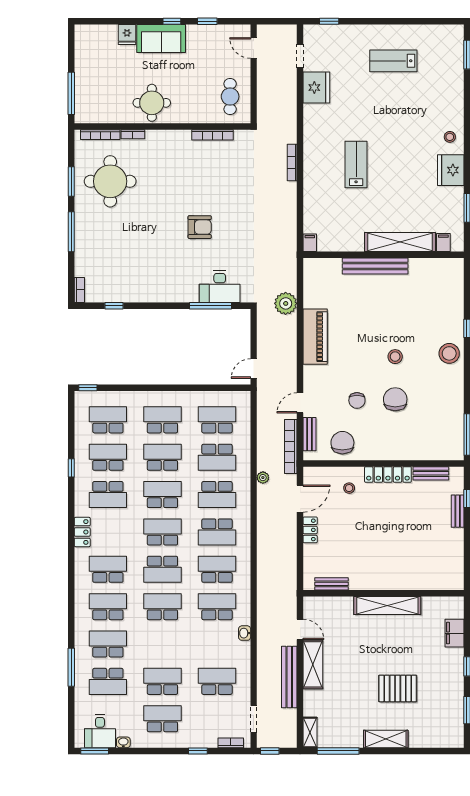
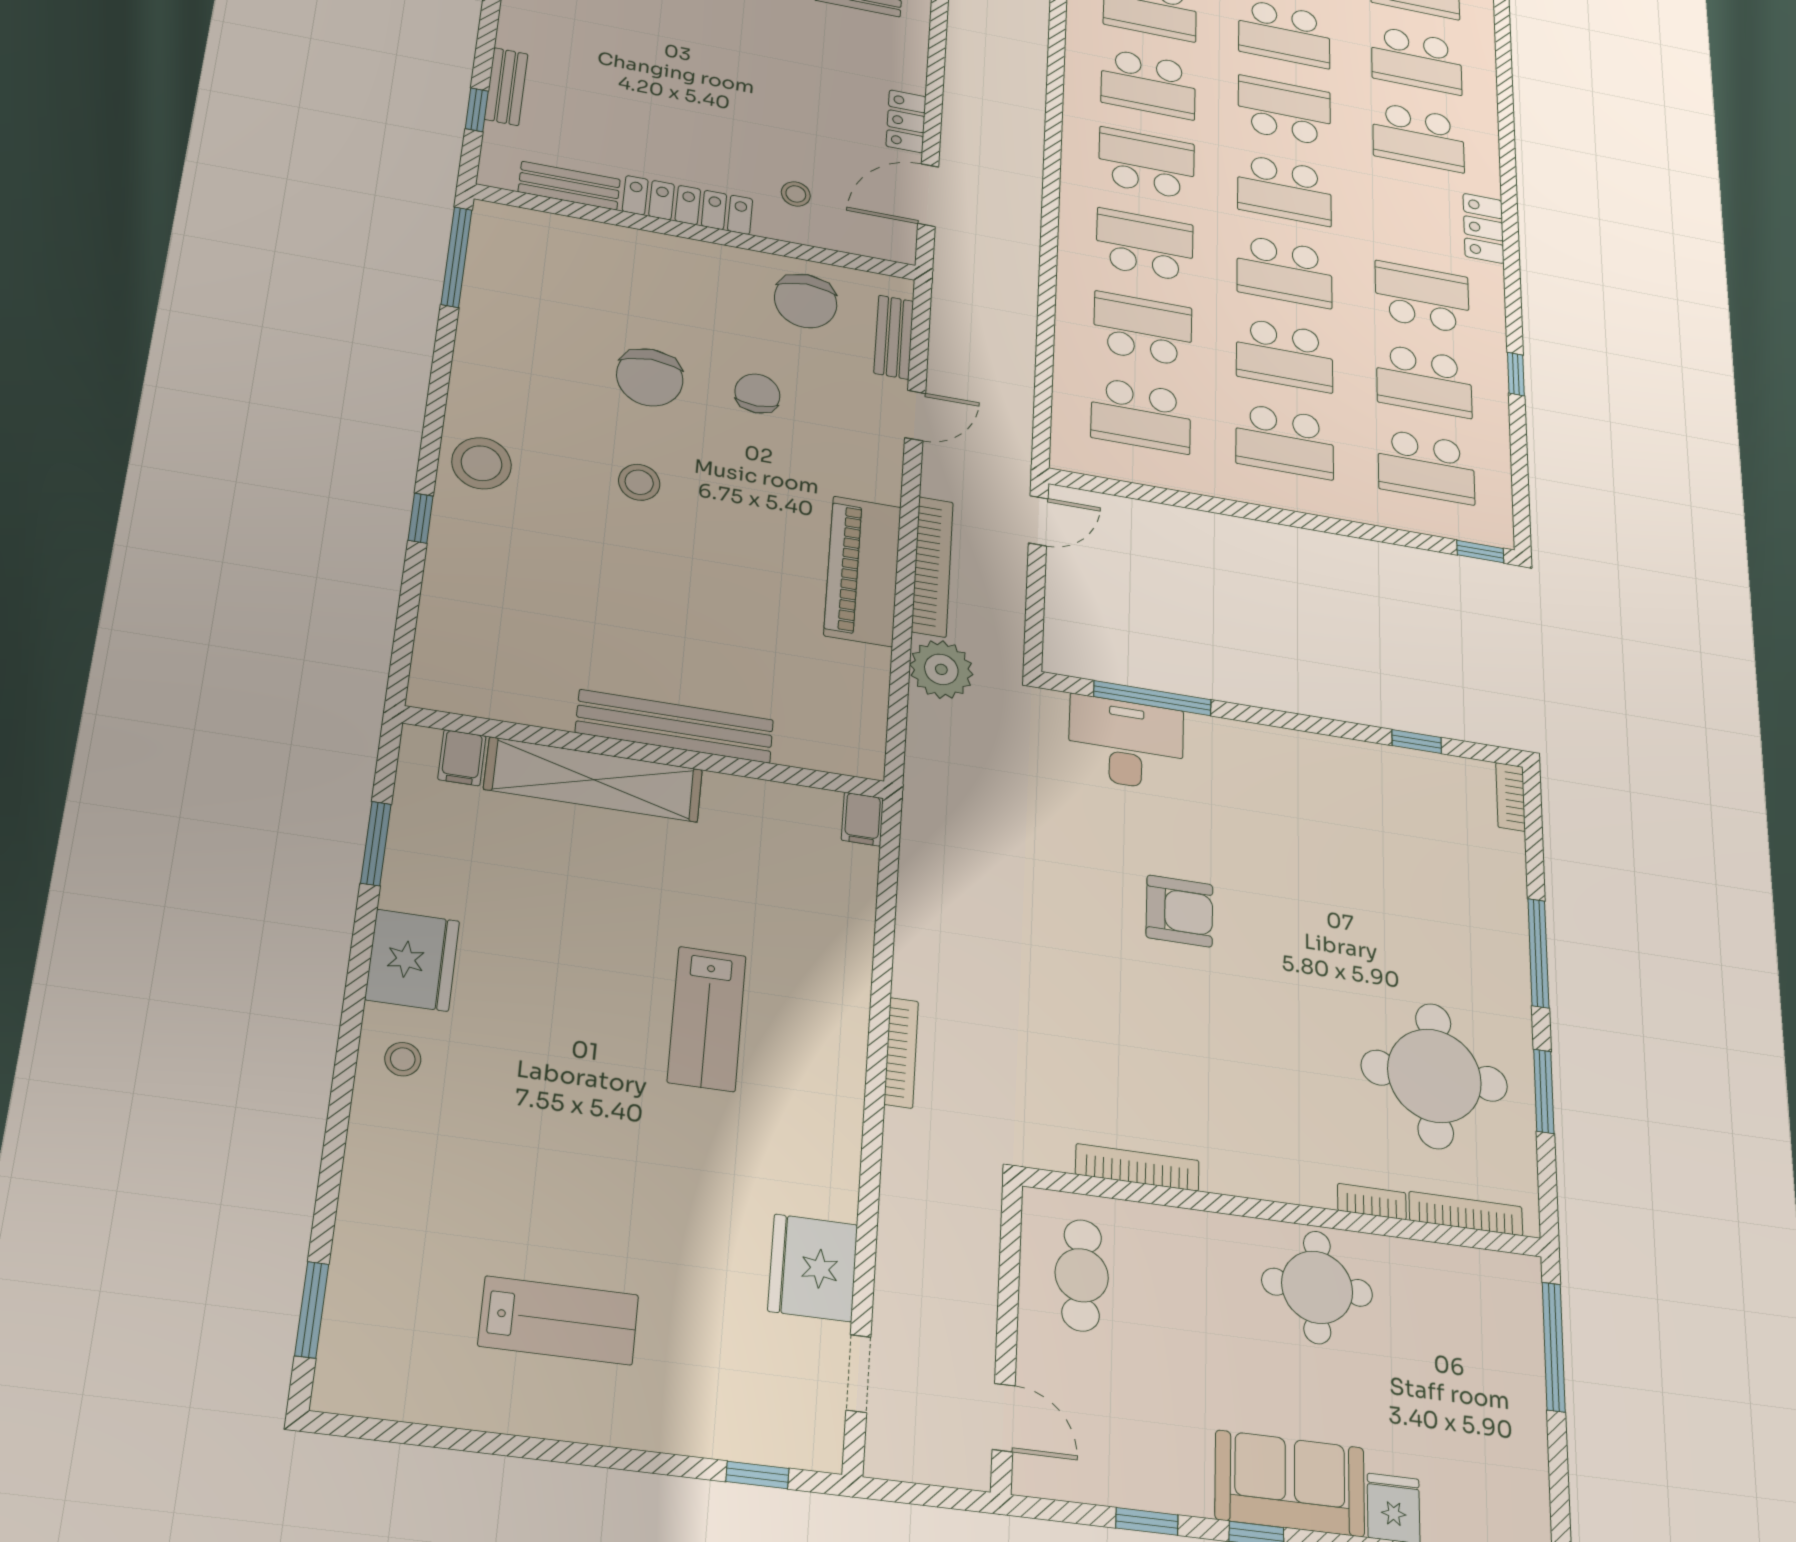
armchair: (200, 227) -> (1180, 911), turned 180
bookcase: (291, 447) -> (932, 567), moved
plant: (263, 478) -> (1024, 261), removed

